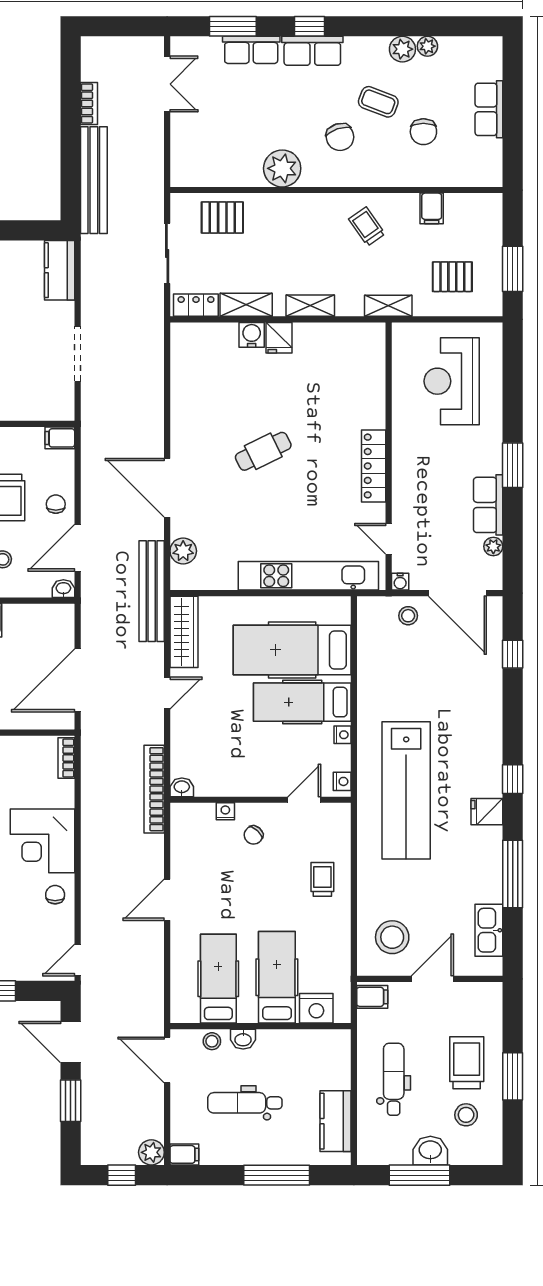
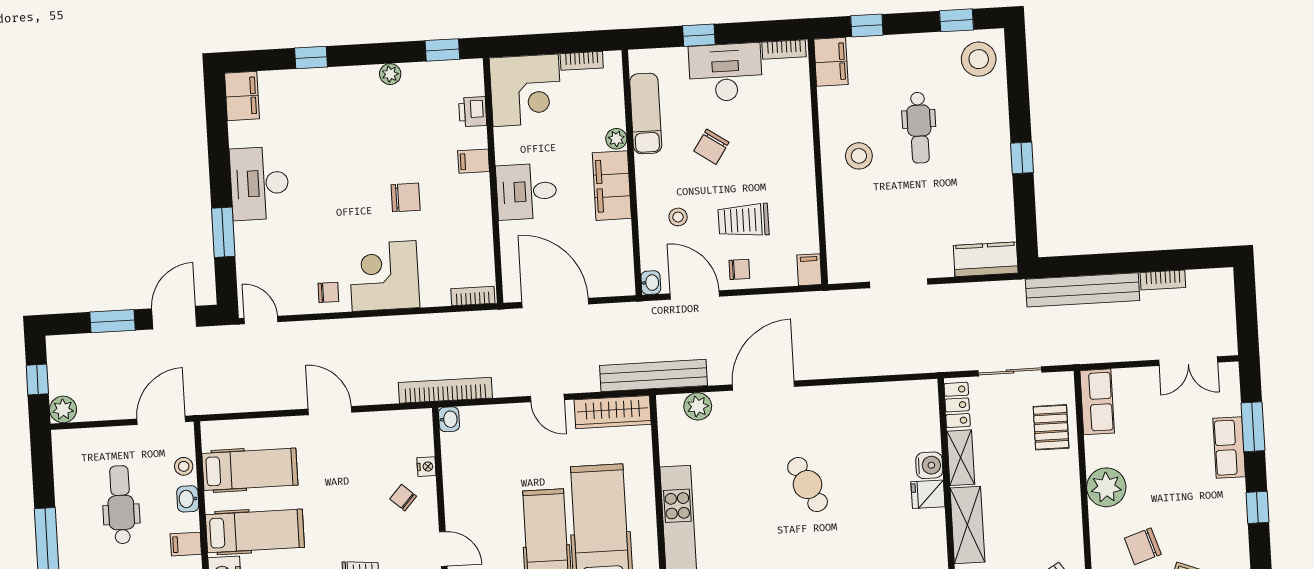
row of seats: (312, 51) -> (1097, 402), moved, turned 180
shelving: (310, 306) -> (967, 525), width x1.50, depth x1.33
filing cabinet: (184, 1154) -> (186, 544), moved, turned 90

